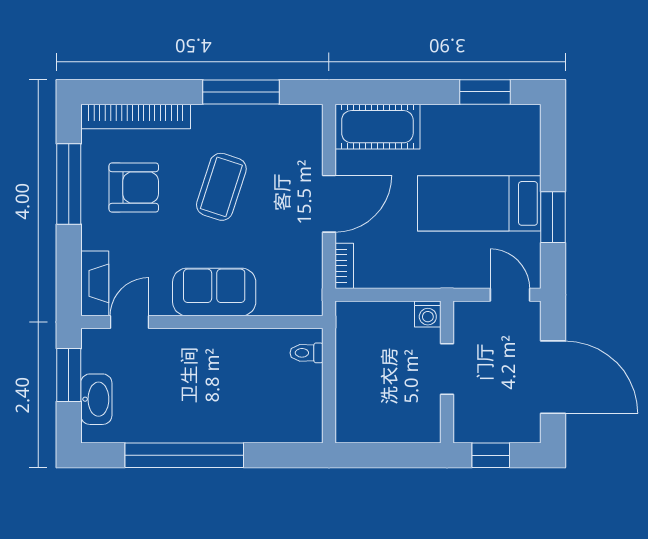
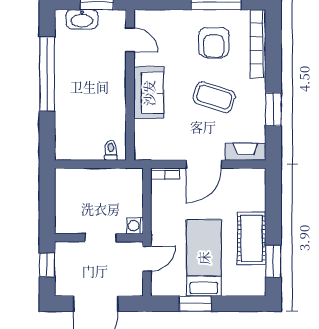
window: (241, 92) -> (273, 109), width x0.69
cot: (377, 127) -> (252, 238), moved
door: (329, 204) -> (204, 164), hinge flipped
fireplace: (95, 283) -> (245, 152), moved, turned 180
door: (510, 295) -> (147, 259), moved

